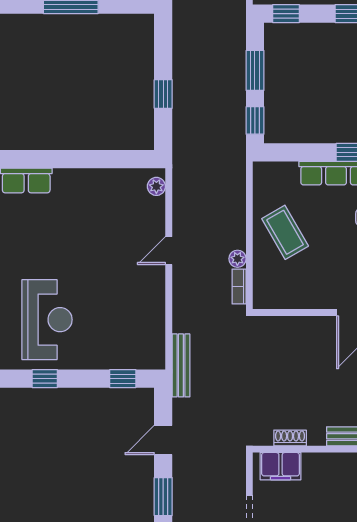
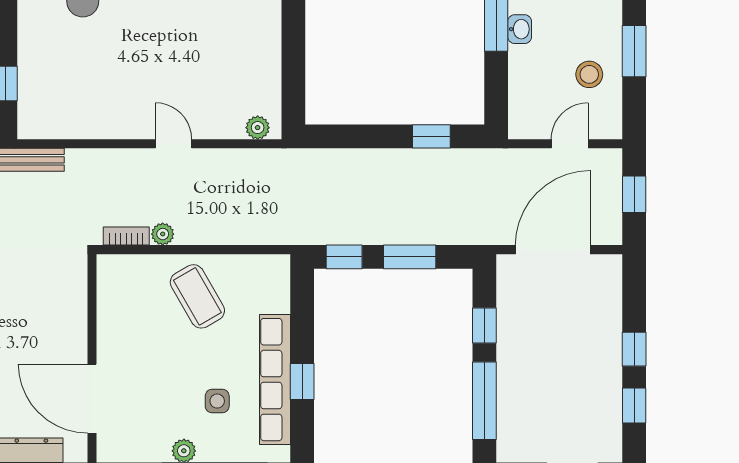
window: (286, 14) -> (484, 325), moved
window: (163, 94) -> (431, 136), moved
coffee table: (285, 232) -> (197, 296), turned 90

